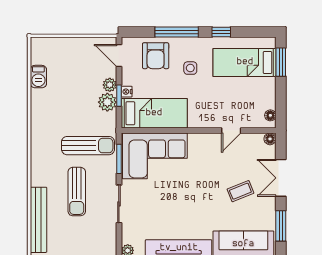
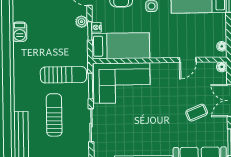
barbecue: (38, 77) -> (20, 32), moved
plant: (107, 102) -> (80, 37), removed
sun lounger: (77, 192) -> (54, 115), turned 180

